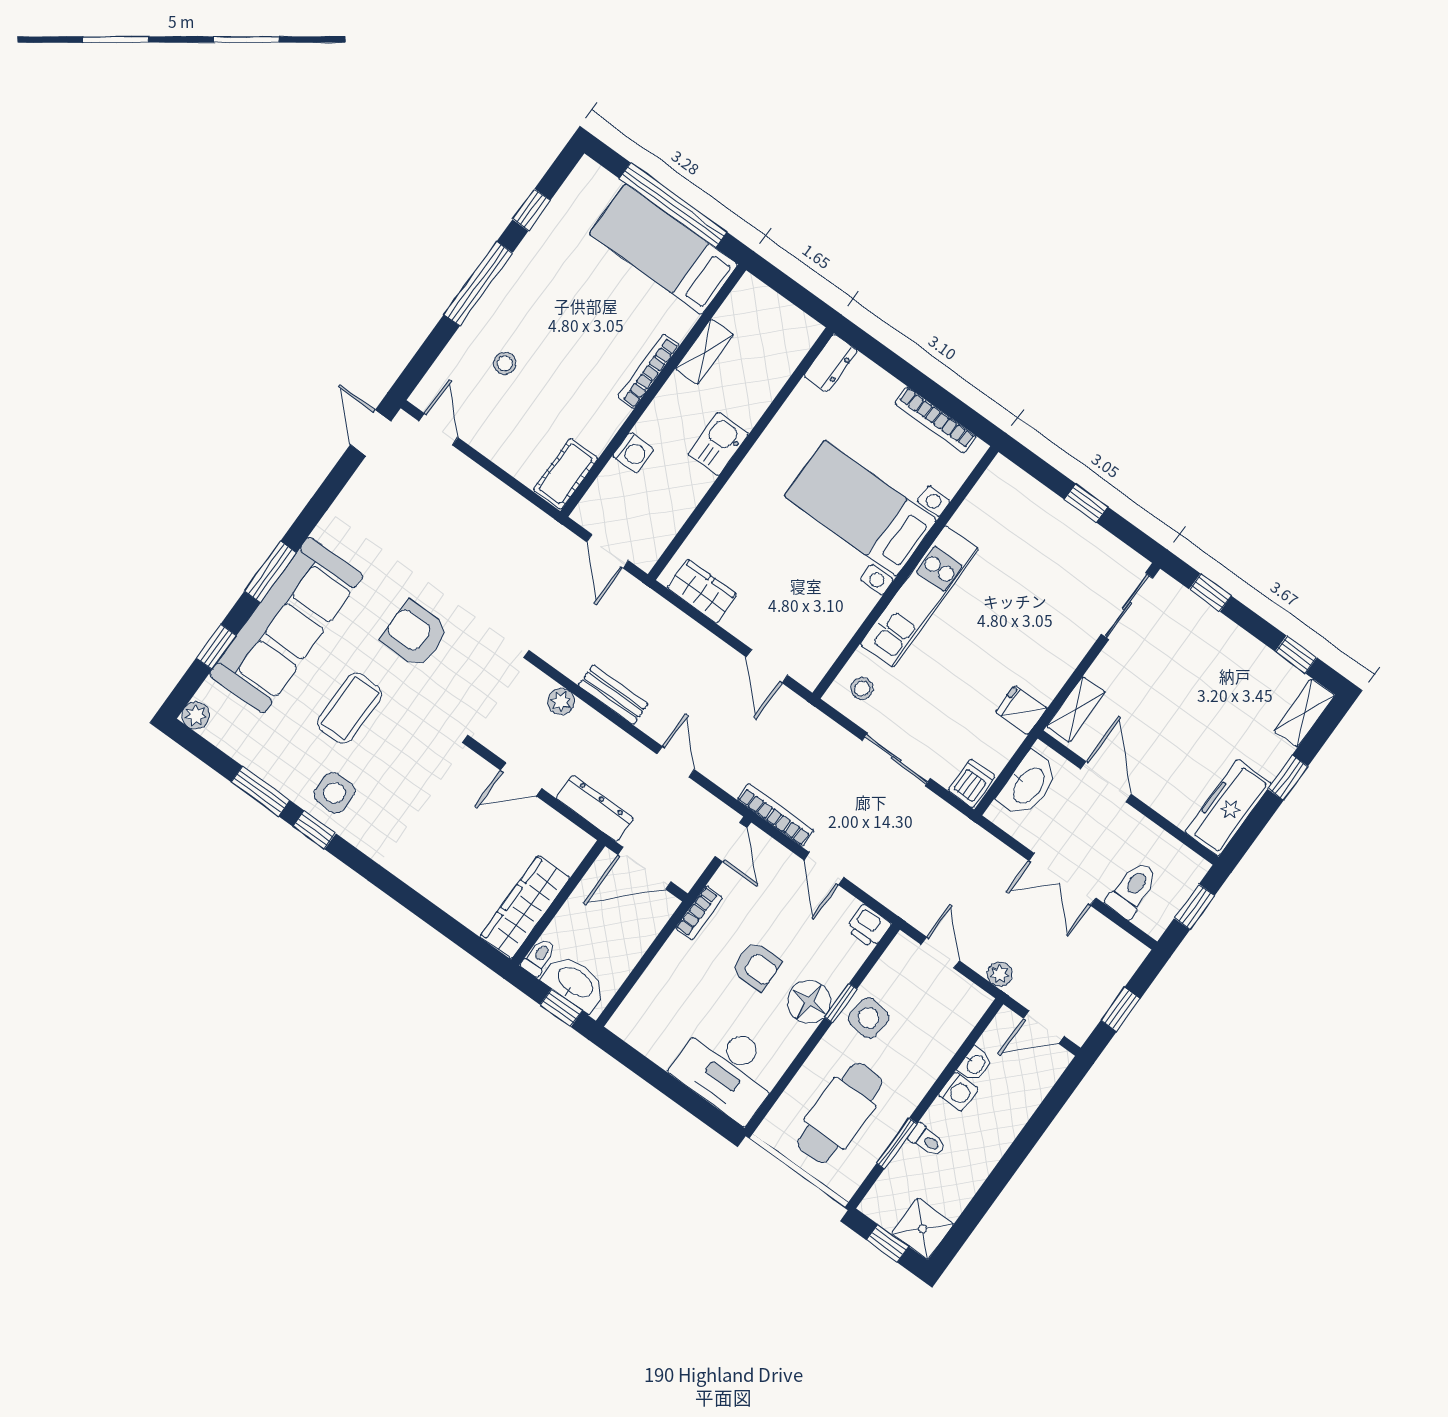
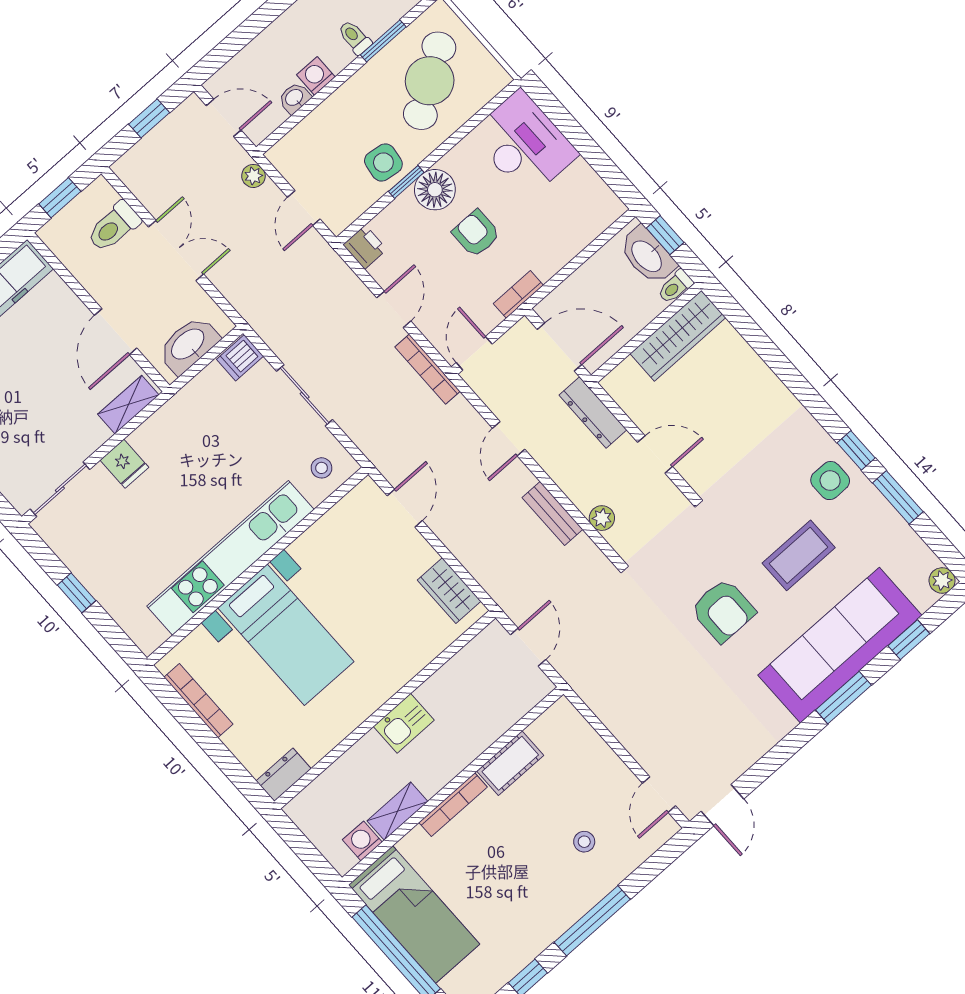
washing machine: (633, 453) -> (362, 841), moved
cot: (566, 474) -> (510, 763), moved
kitchen unit: (920, 596) -> (230, 558), width x1.36
fridge: (1021, 710) -> (124, 464), moved
cafe table: (840, 1113) -> (430, 81), turned -33

